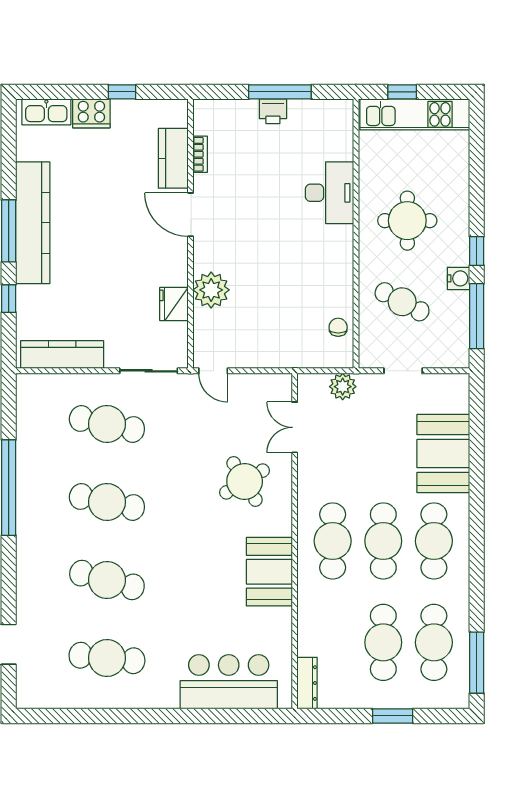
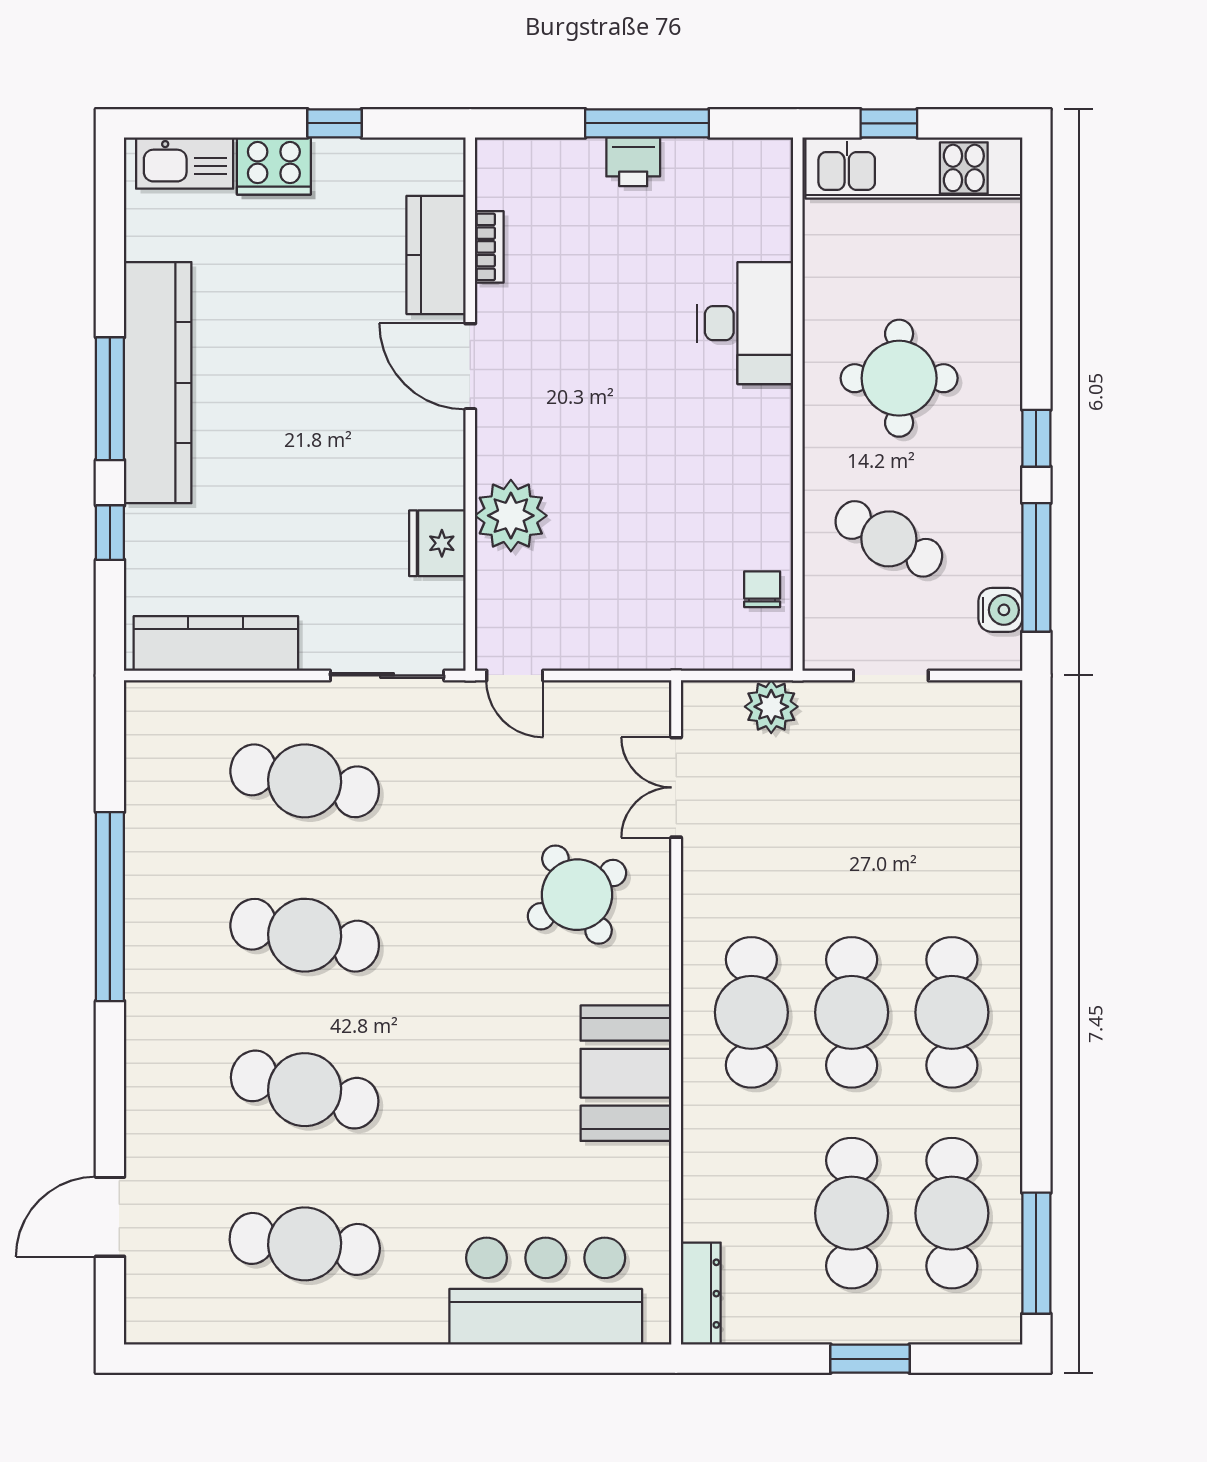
water cooler: (458, 278) -> (1000, 610), moved
booth: (443, 454) -> (970, 839), removed

